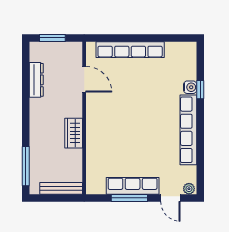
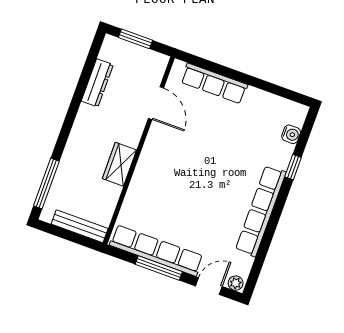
row of seats: (130, 50) -> (214, 83), width x0.73
water cooler: (190, 87) -> (291, 134), moved
row of seats: (133, 186) -> (156, 251), width x1.36
door: (170, 198) -> (209, 286), swing flipped

